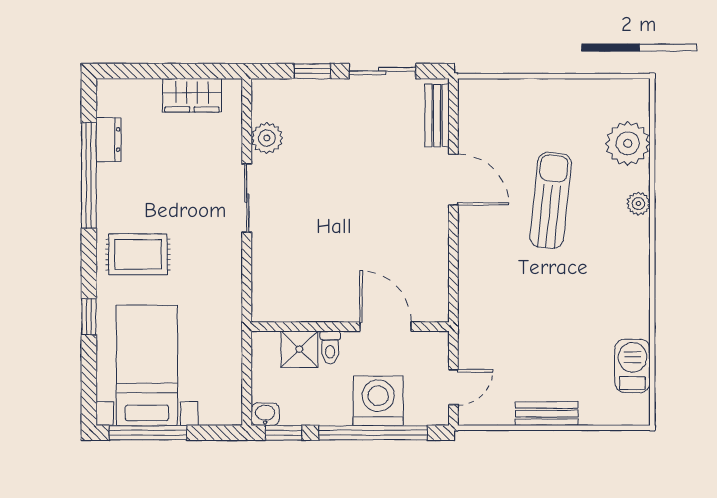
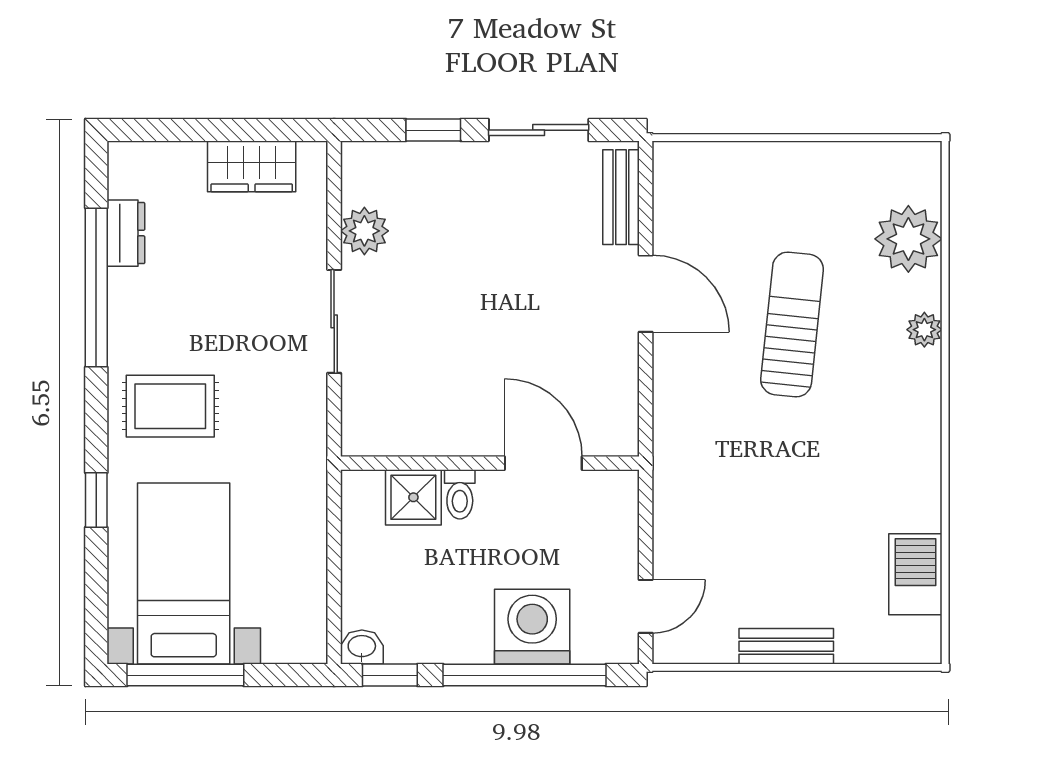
wall: (350, 327) -> (490, 463), moved
door: (386, 327) -> (543, 463), moved
toilet: (330, 347) -> (460, 494), moved
shower: (299, 349) -> (413, 497), moved

